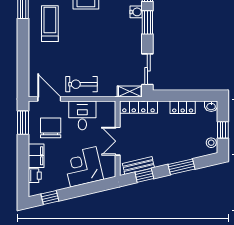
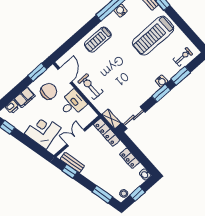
treadmill: (50, 24) -> (98, 40), moved, turned 180
window: (182, 167) -> (102, 194), moved

